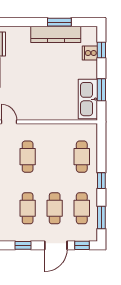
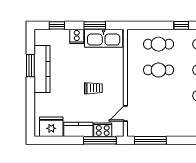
cooker: (90, 53) -> (77, 36), moved
trolley: (35, 88) -> (93, 88), added
cafe table: (28, 157) -> (159, 70), moved

